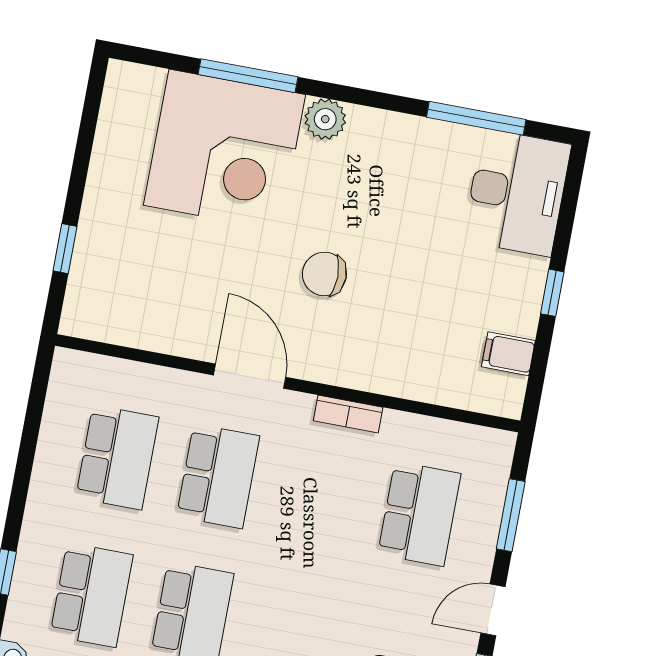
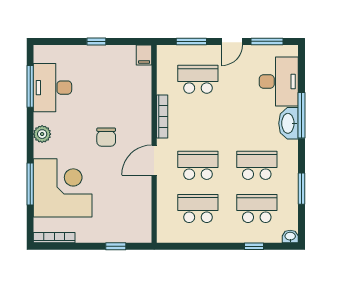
bookcase: (112, 109) -> (54, 238), added
plant: (325, 119) -> (42, 134), moved
desk: (517, 193) -> (52, 88), moved, turned -90
filing cabinet: (508, 354) -> (144, 55), moved
bookcase: (348, 414) -> (162, 116), width x1.56
door: (493, 610) -> (232, 41), hinge flipped

